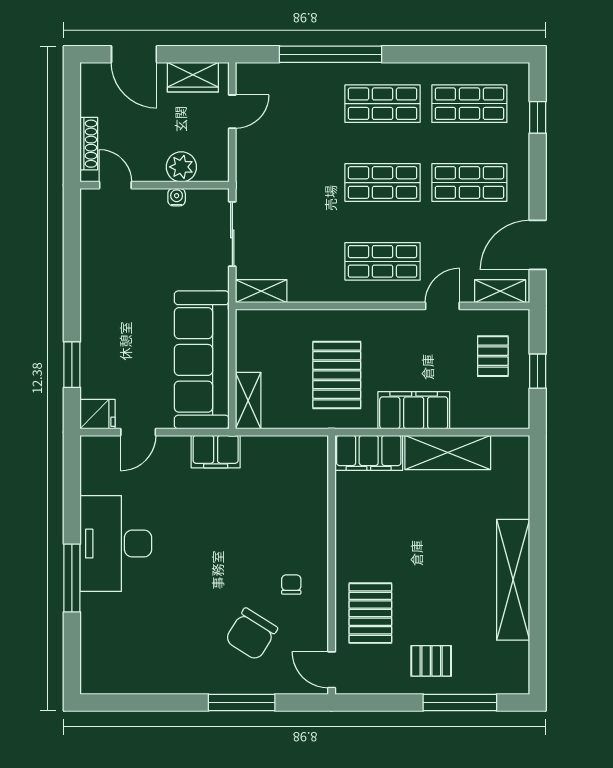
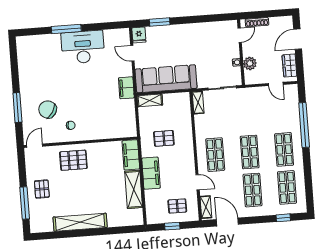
pallet: (337, 375) -> (164, 138), width x0.67, depth x0.71
pallet: (370, 613) -> (73, 160), moved

